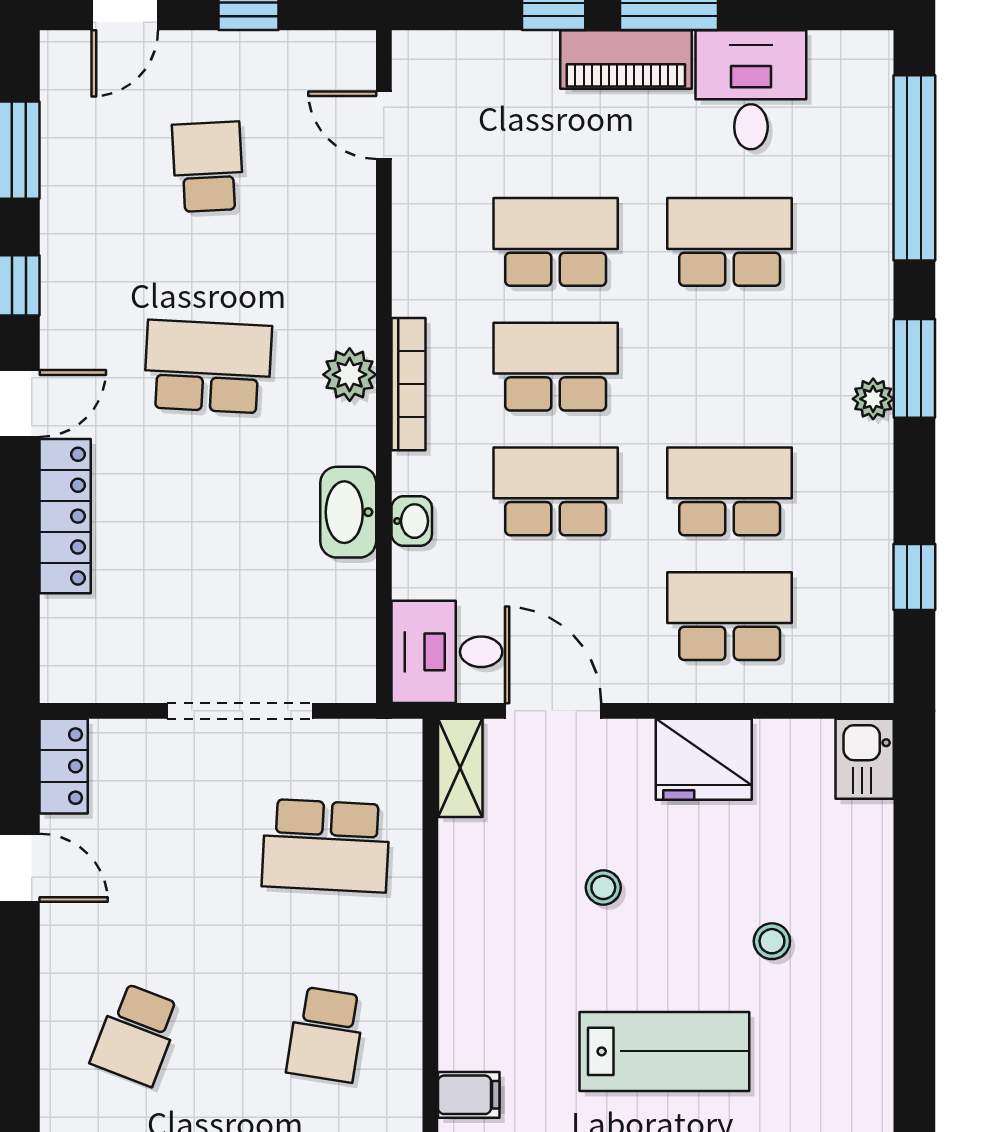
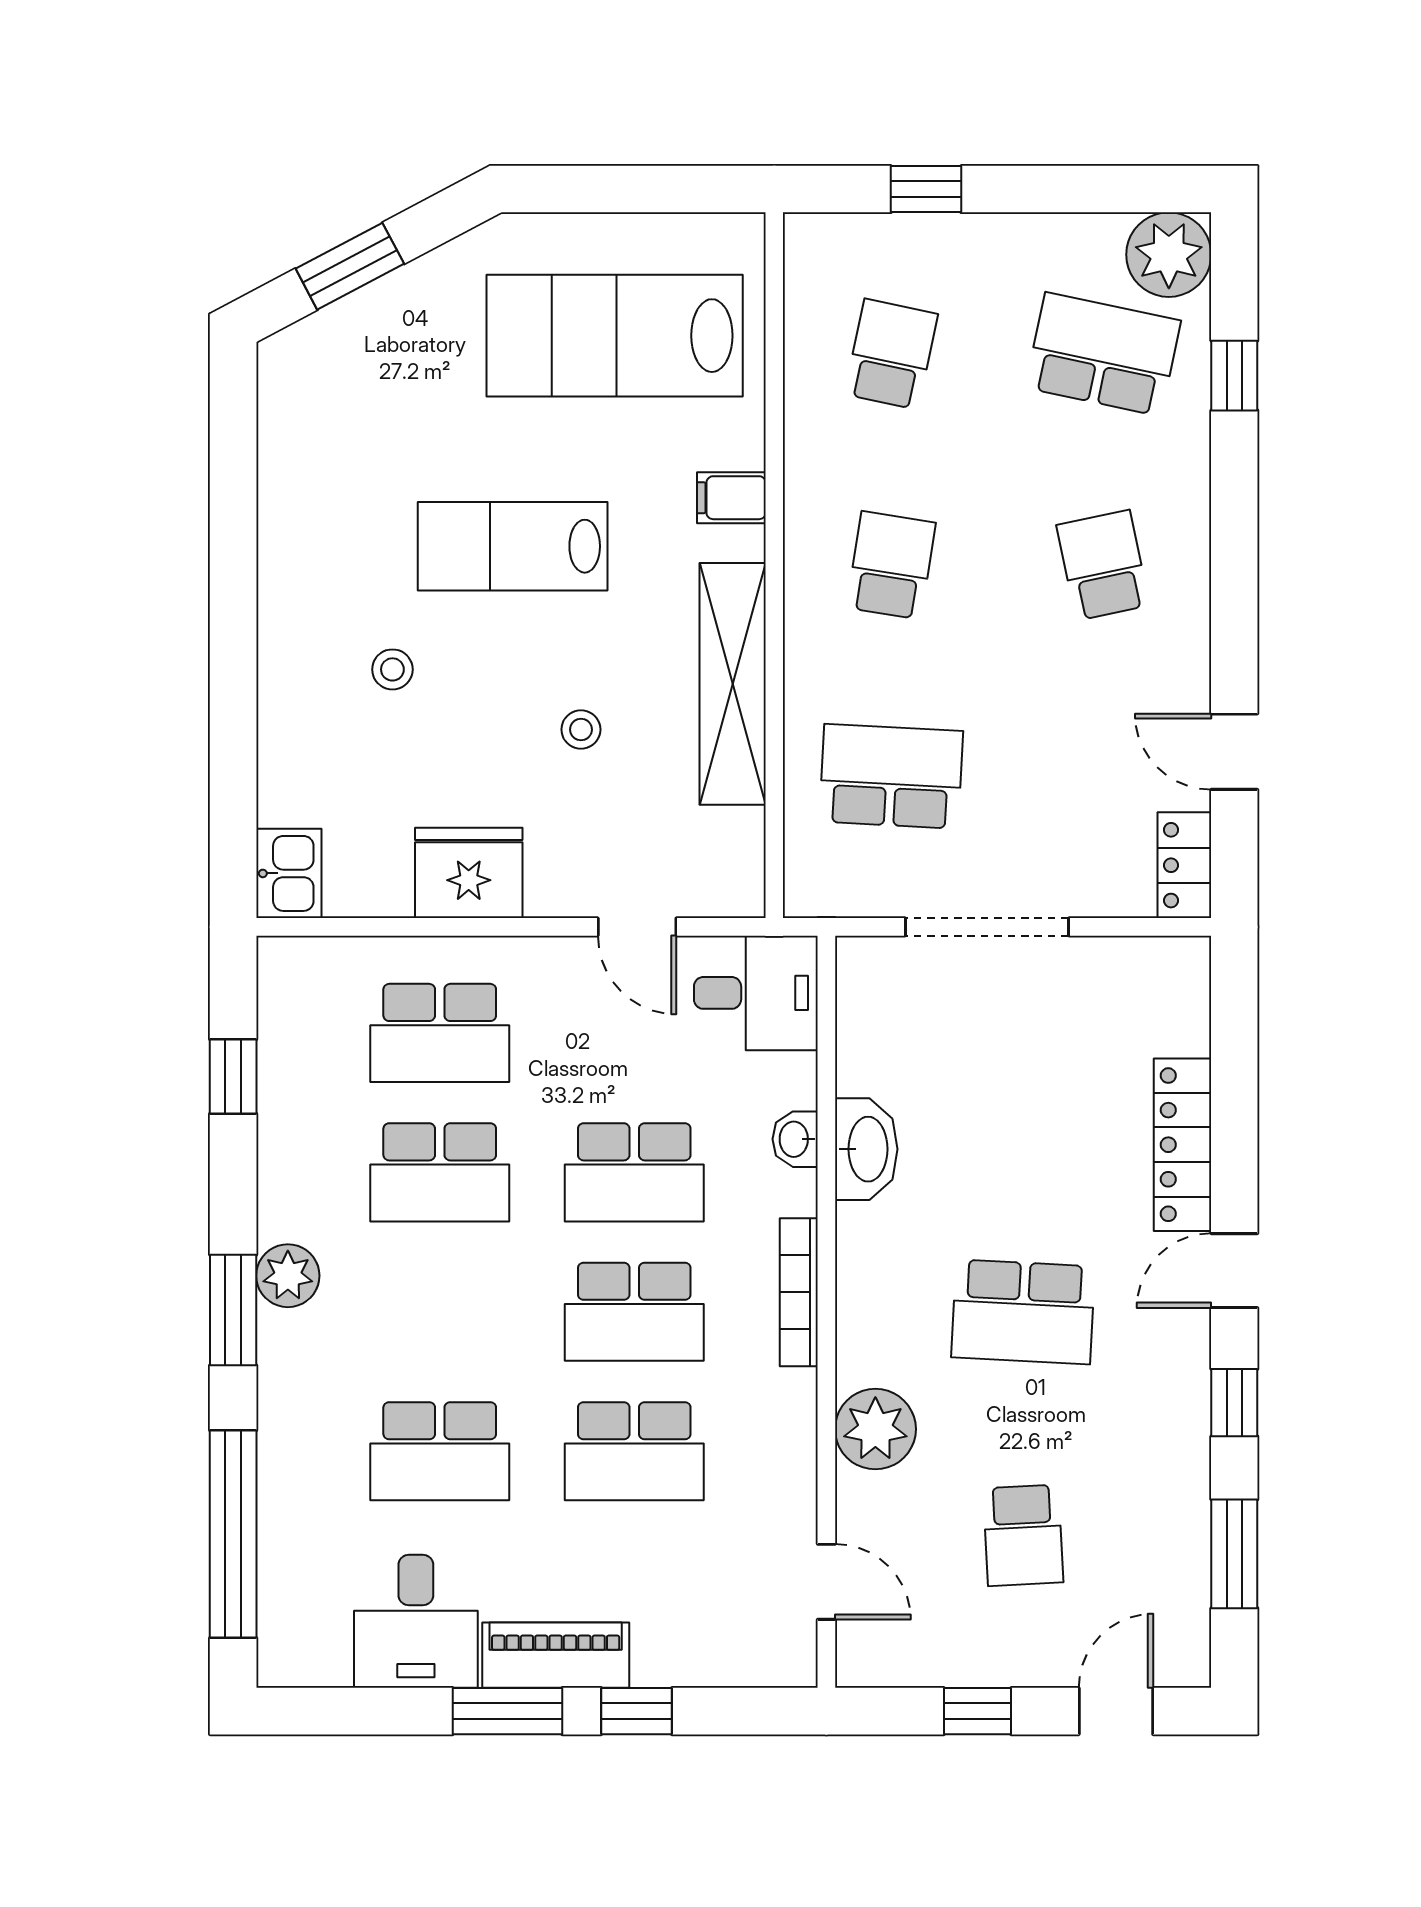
plant: (350, 375) -> (875, 1429), moved, width x1.36, depth x1.36
plant: (873, 399) -> (288, 1276), width x1.38, depth x1.38
door: (553, 711) -> (637, 927), width x0.73
shelving: (460, 768) -> (733, 684), moved, width x2.20, depth x1.33
school desk: (136, 1034) -> (1103, 565), turned -33

